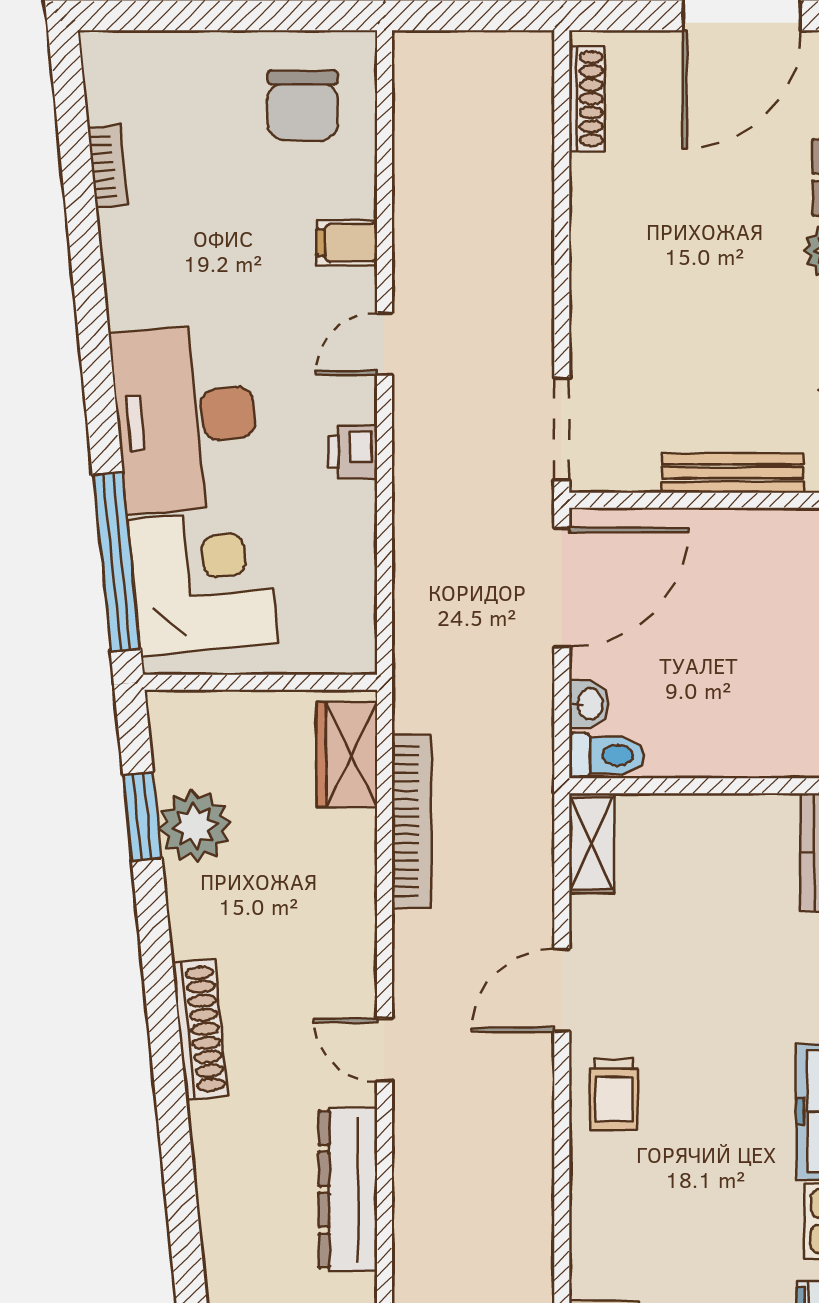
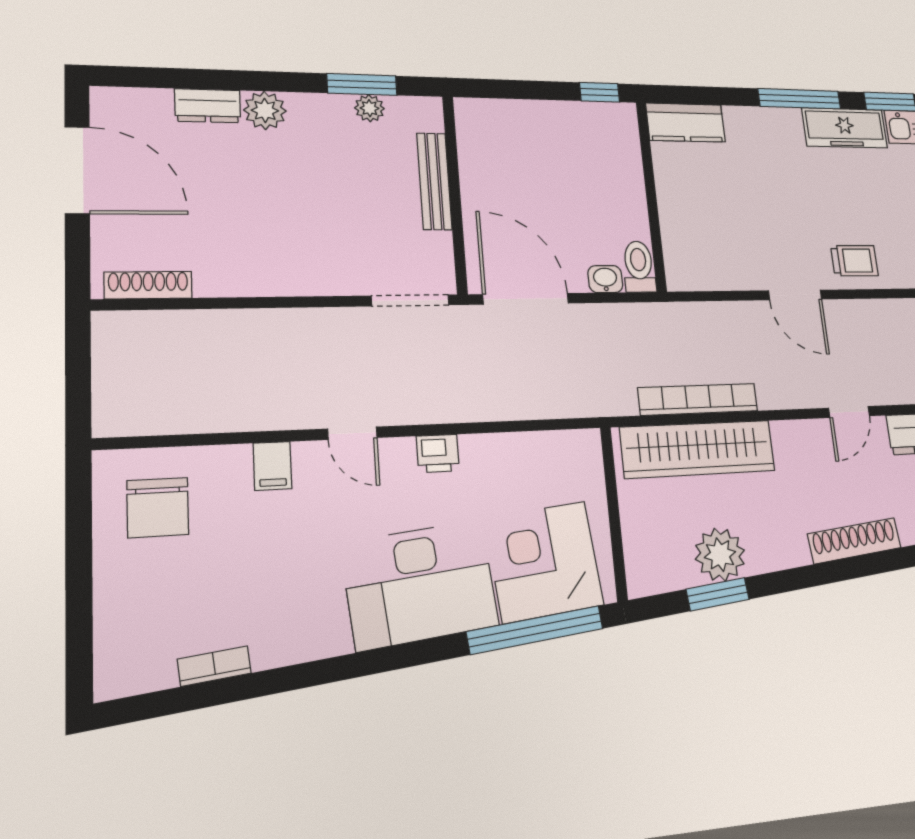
chair: (303, 105) -> (158, 508), turned 90
wardrobe: (347, 755) -> (698, 449), width x2.10, depth x1.17
shelving: (592, 843) -> (698, 276), removed

